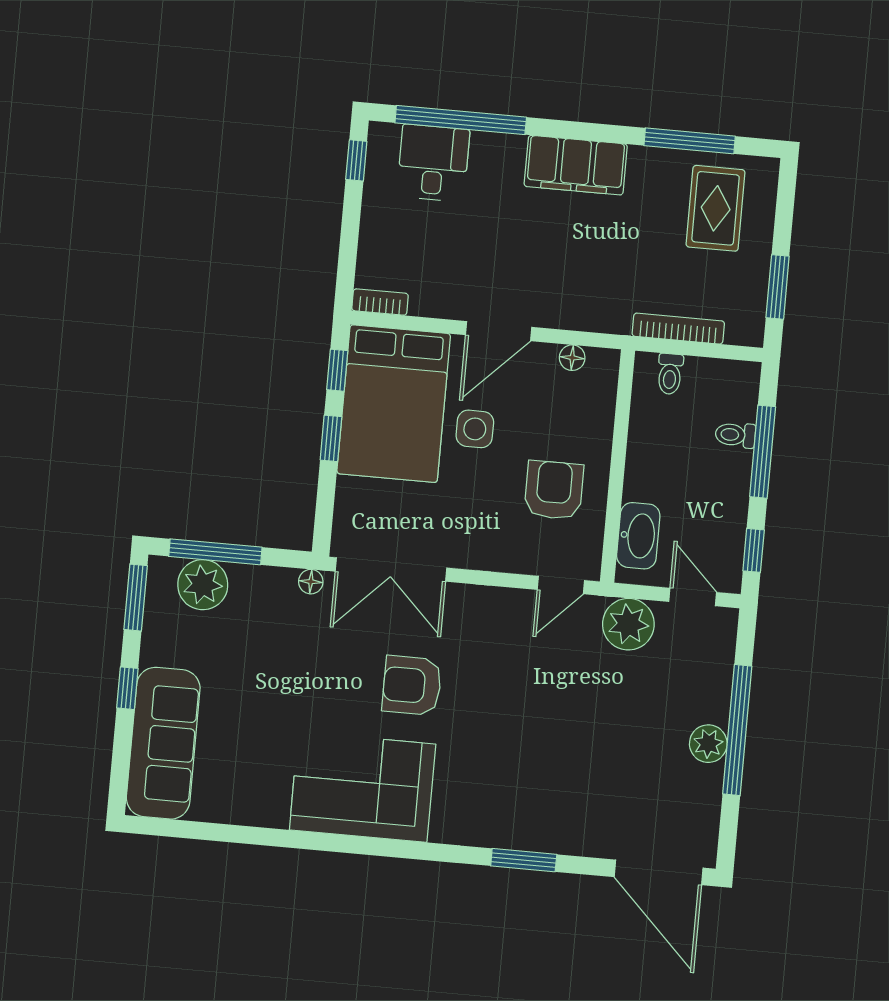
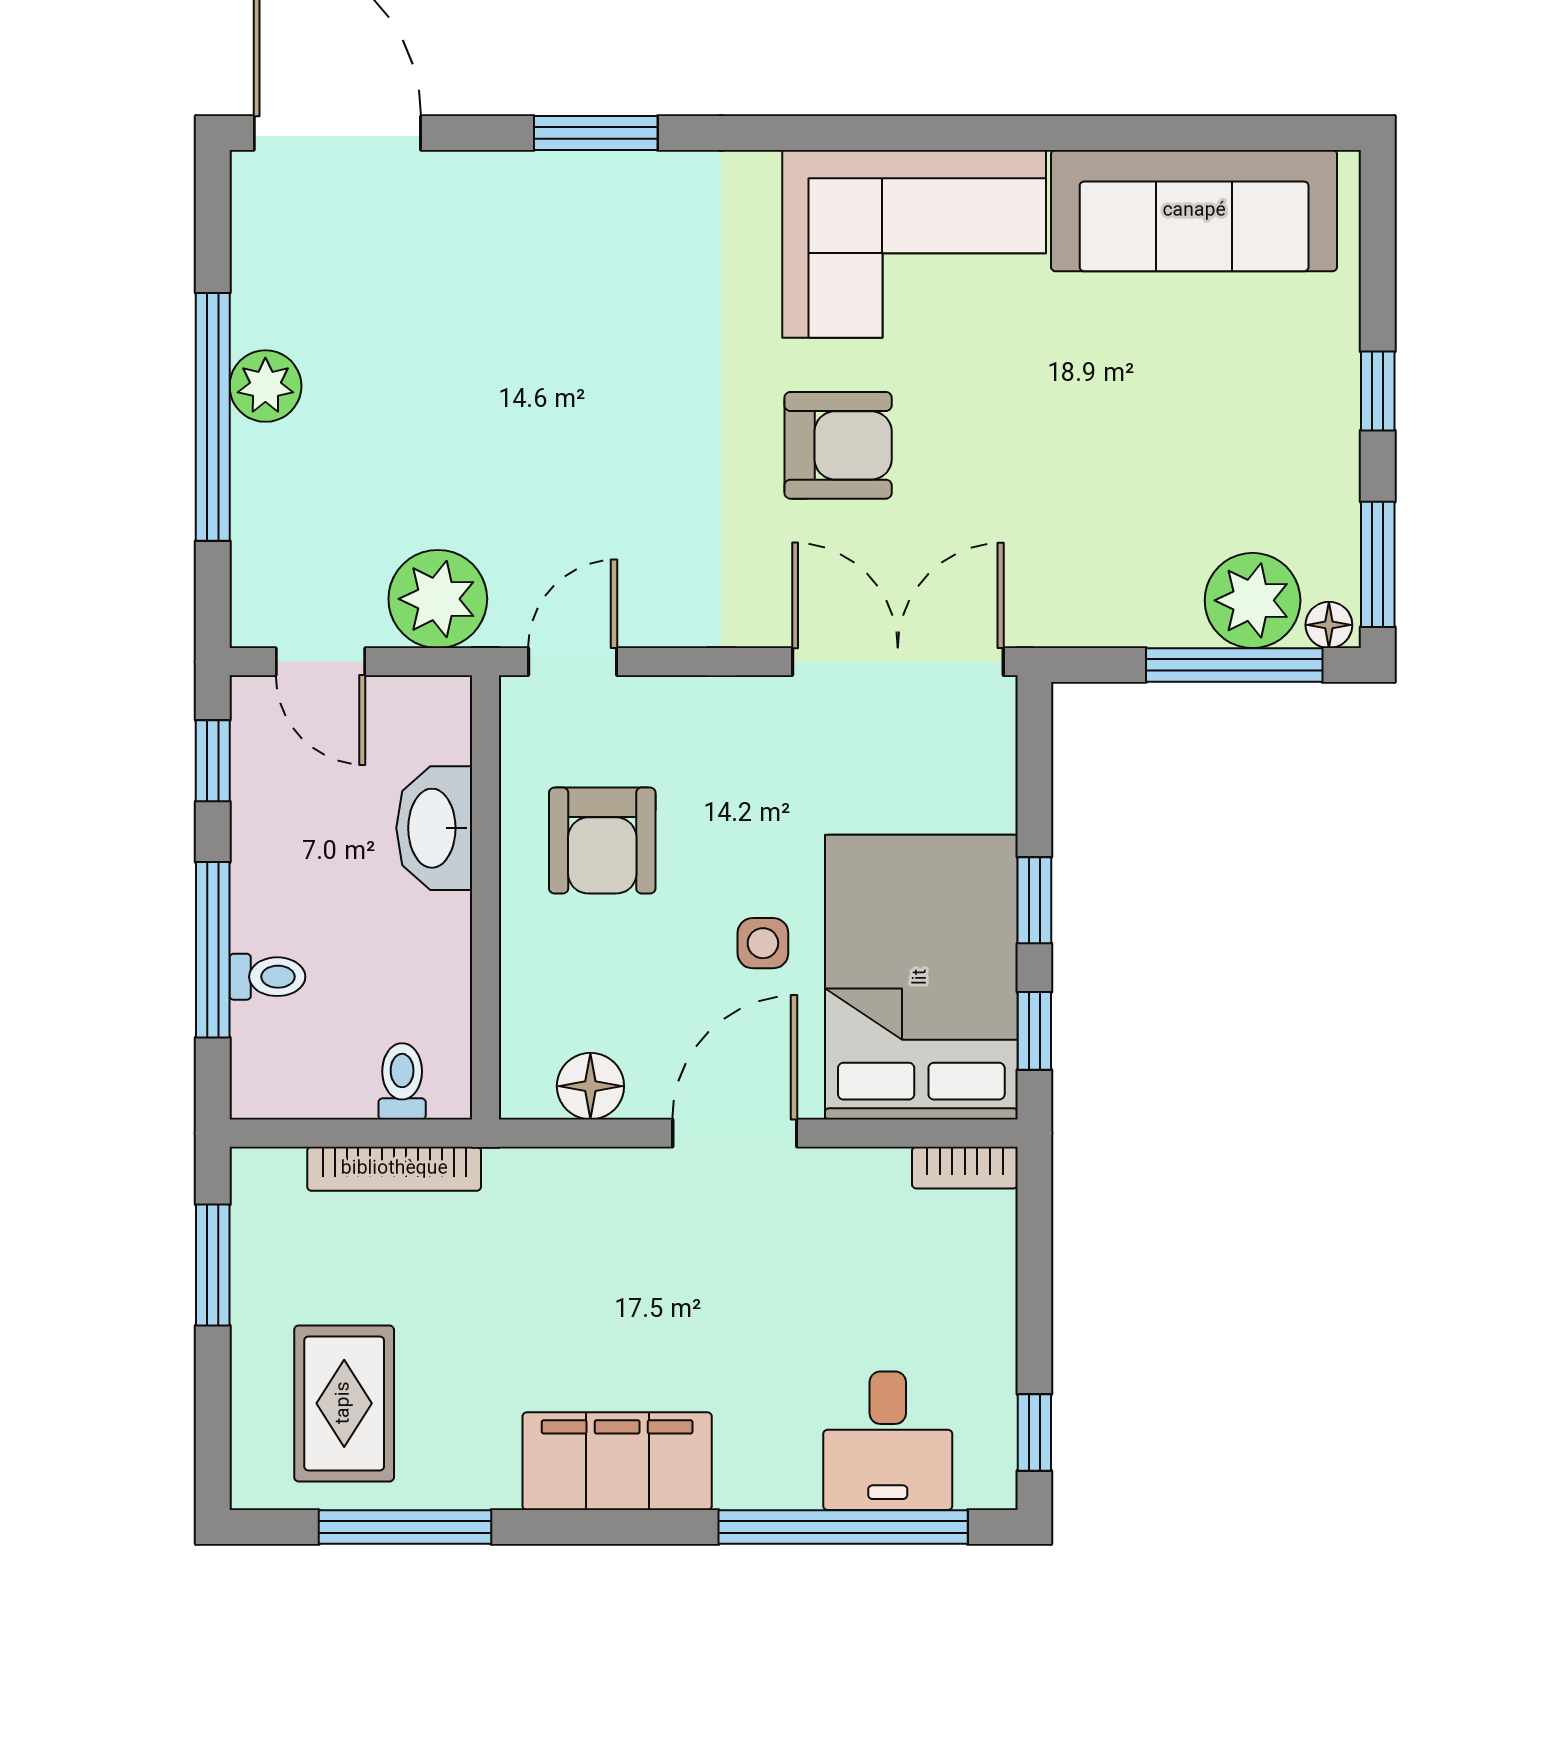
floor lamp: (572, 358) -> (590, 1086), width x1.37, depth x1.37
side table: (475, 429) -> (763, 943), width x0.73, depth x0.73
washbasin: (638, 536) -> (434, 828), moved
floor lamp: (311, 582) -> (1329, 625), moved
sofa: (163, 743) -> (1194, 211), moved, turned -90

